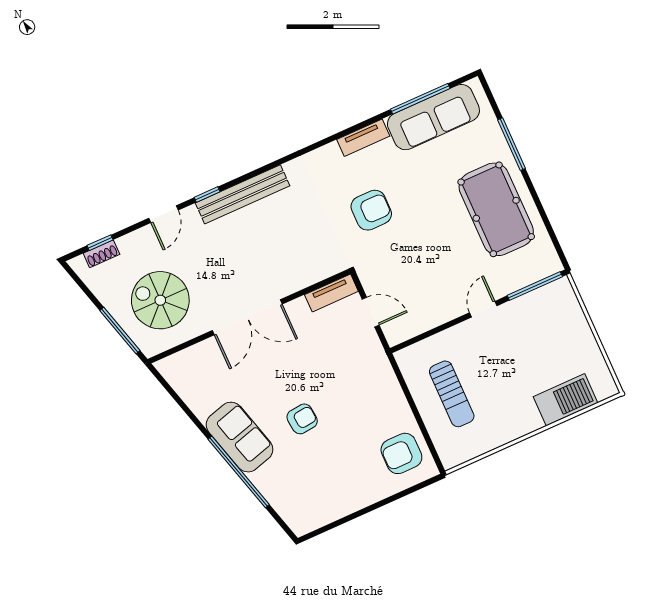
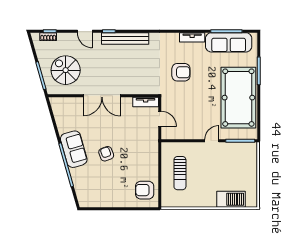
pool table: (496, 209) -> (238, 98), width x1.36, depth x1.32
door: (163, 214) -> (85, 31), hinge flipped
armchair: (302, 419) -> (106, 154), turned -104

